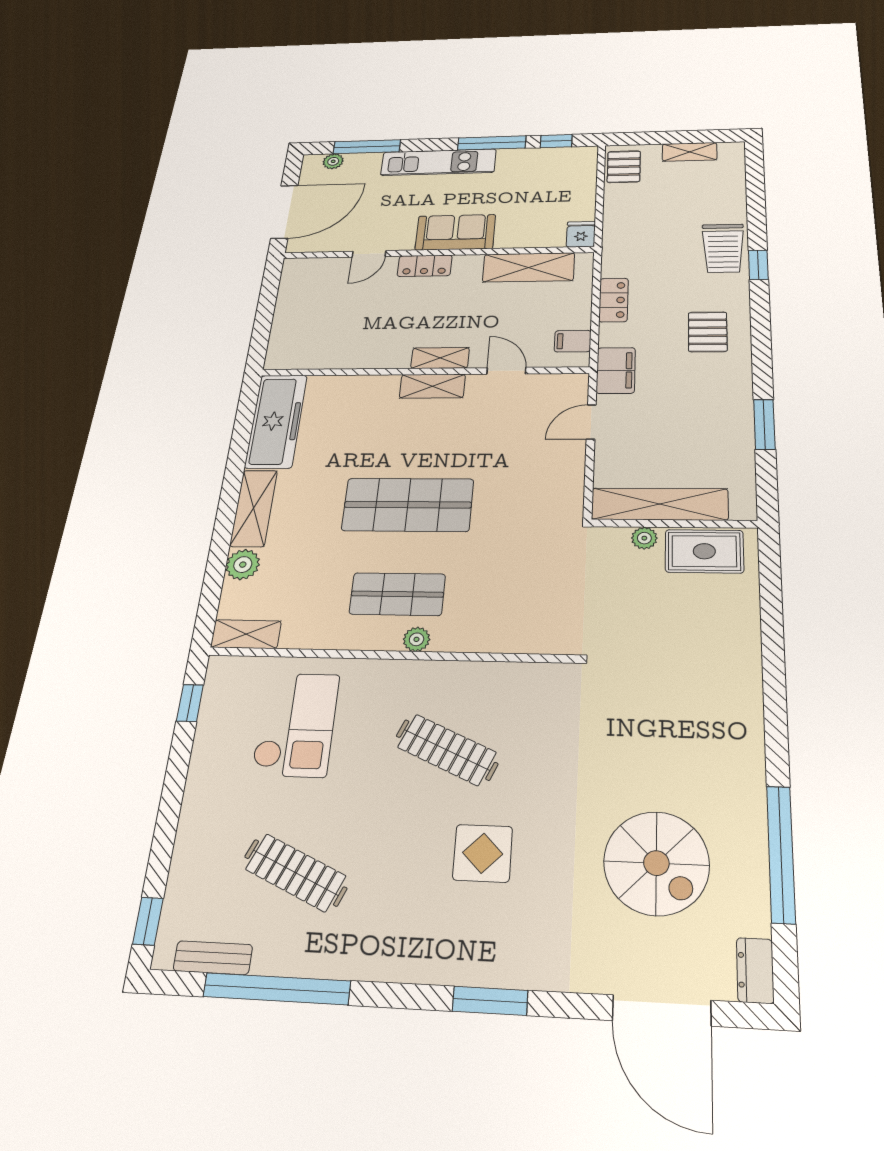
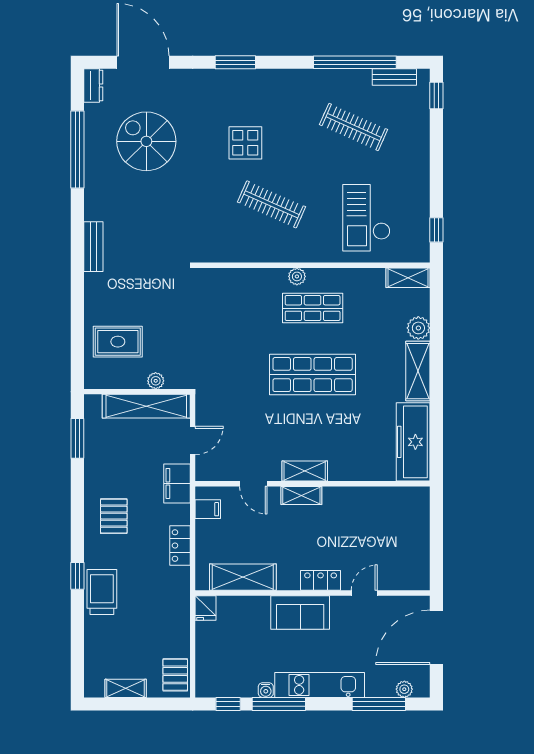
water cooler: (507, 155) -> (266, 690), added
shelving: (660, 504) -> (146, 406), moved
wall: (674, 524) -> (137, 392), moved
plant: (644, 538) -> (156, 381), moved
bench: (747, 692) -> (93, 247), added

